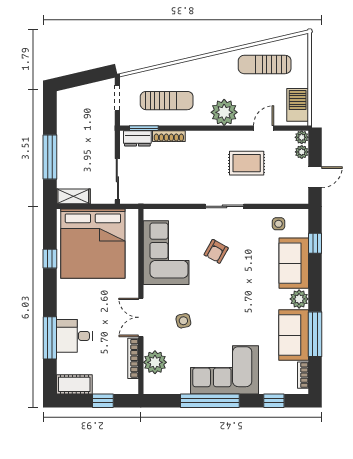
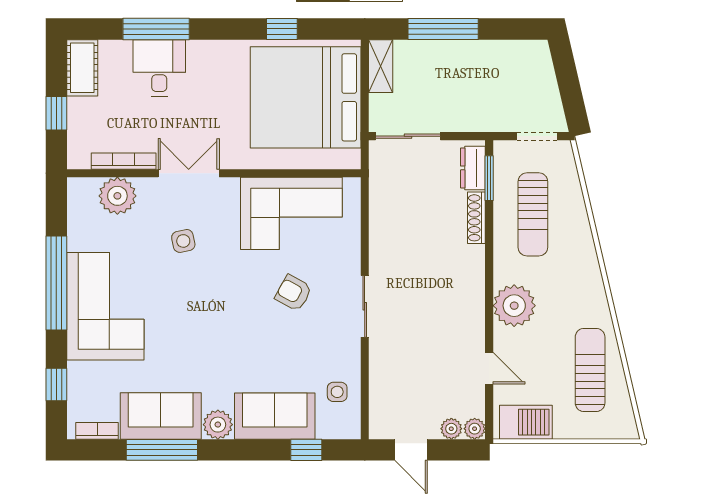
rug: (247, 163) -> (433, 341), removed

